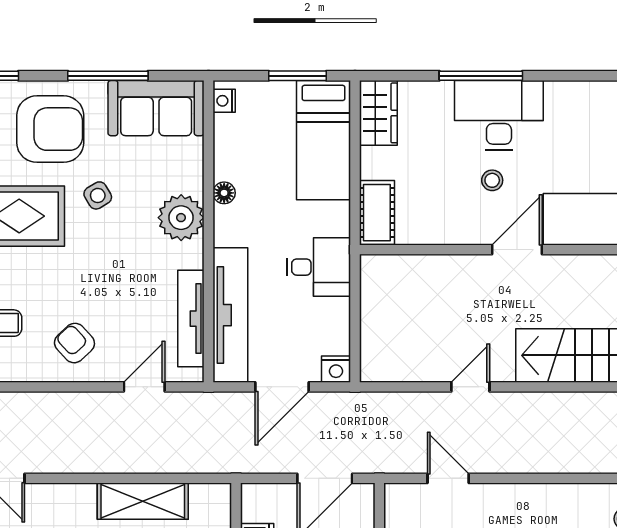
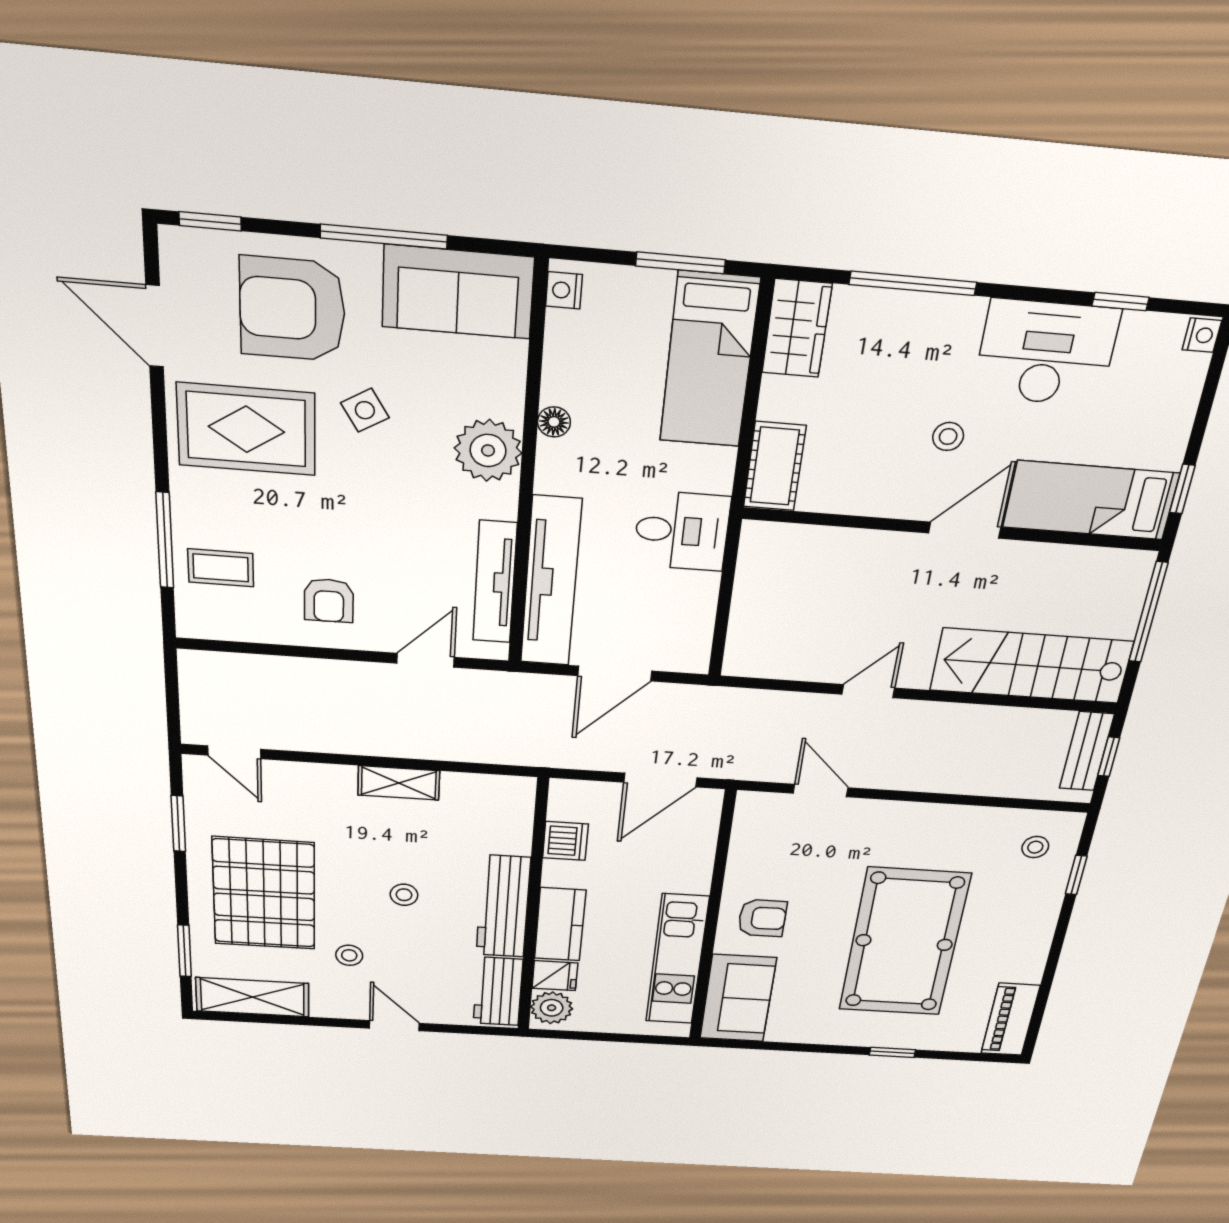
window: (481, 76) -> (913, 283), moved
window: (588, 76) -> (1121, 302), added
desk: (499, 115) -> (1046, 353), moved
armchair: (50, 129) -> (292, 309), turned 180
armchair: (74, 343) -> (329, 600), turned -137
nightstand: (336, 369) -> (691, 658), removed
shelving: (143, 501) -> (399, 783), width x0.67, depth x0.75

